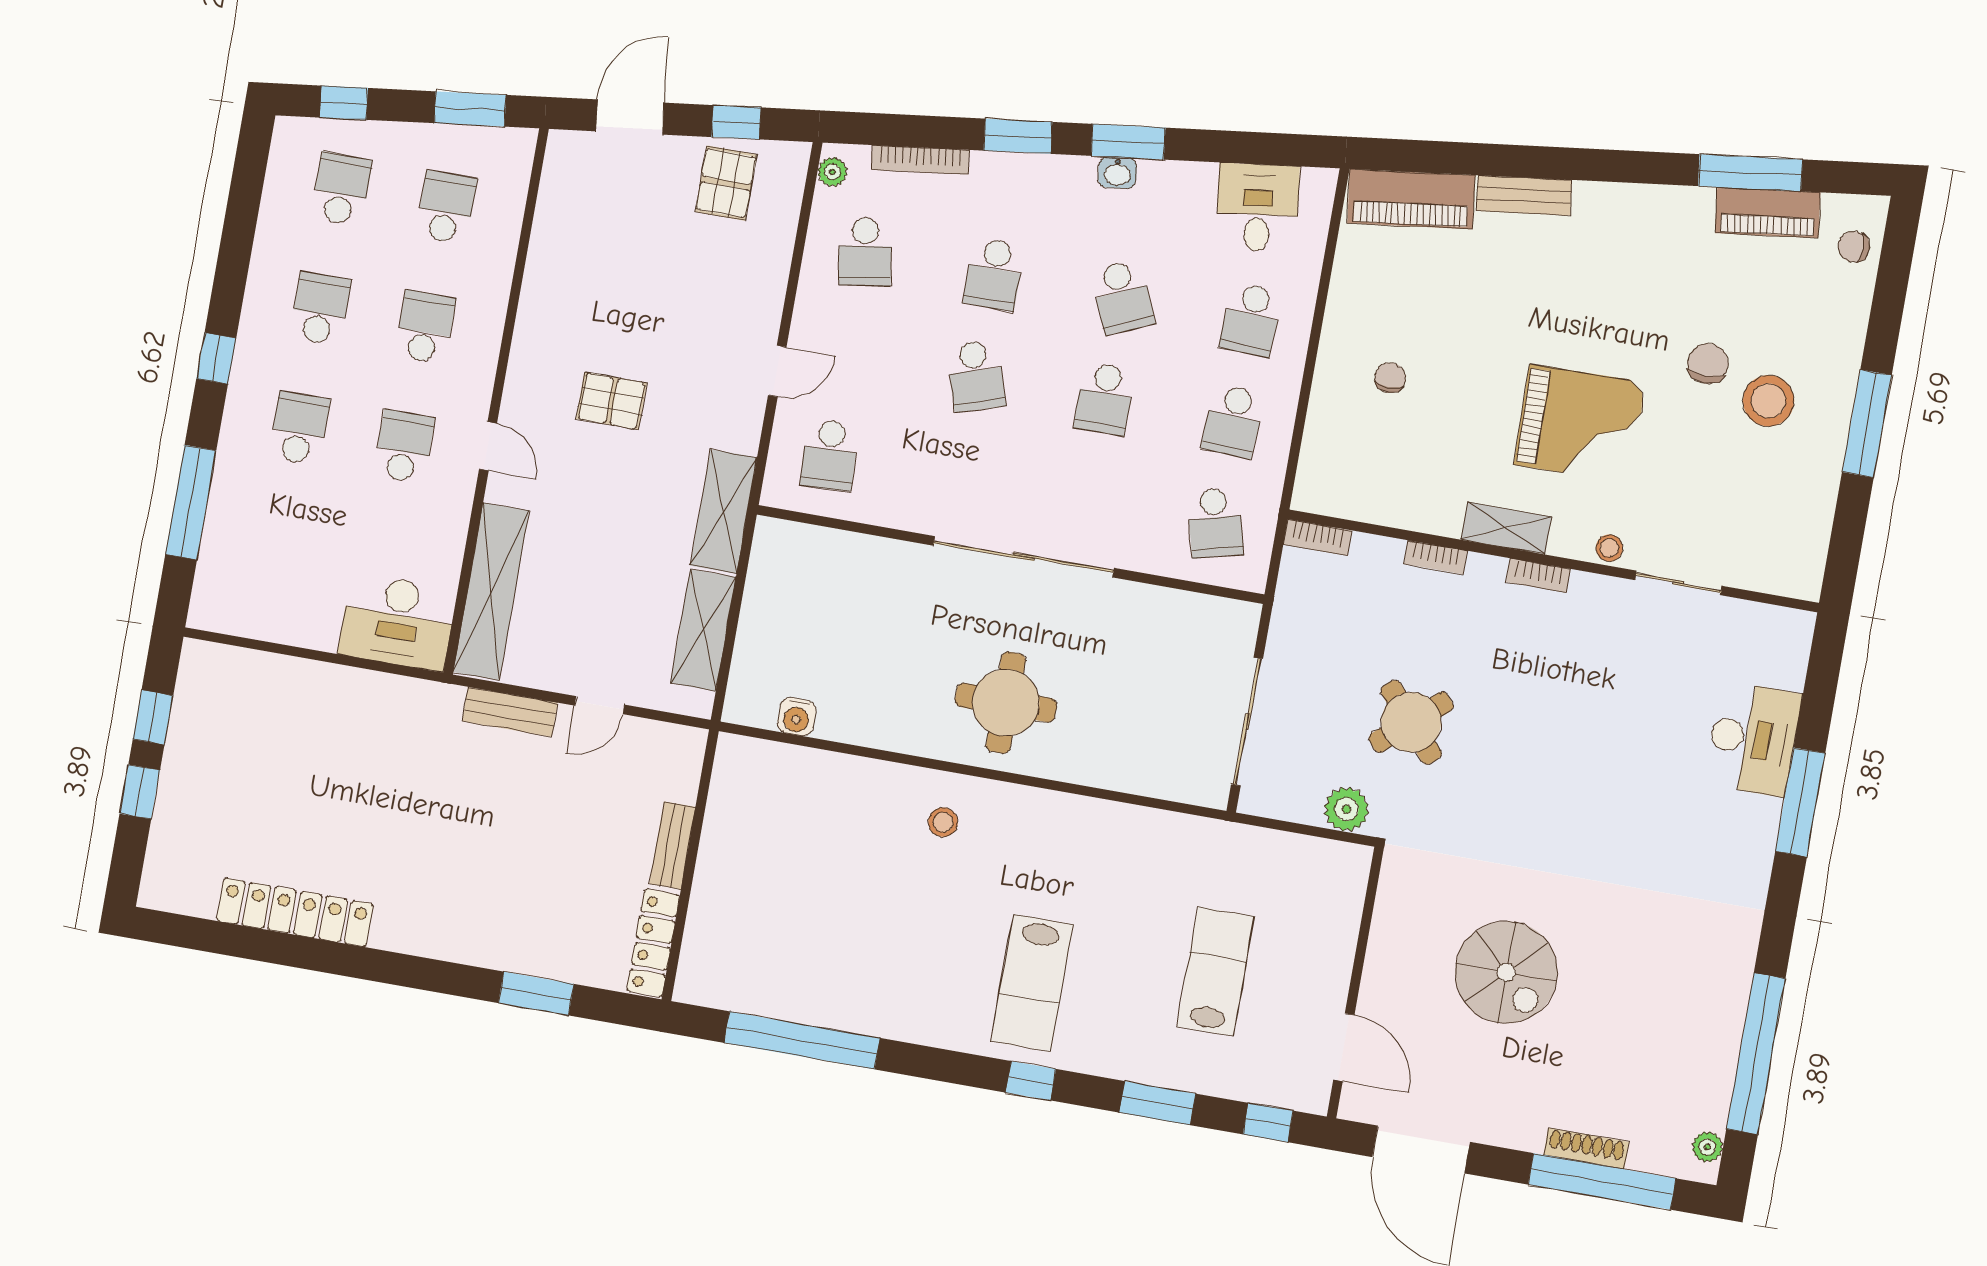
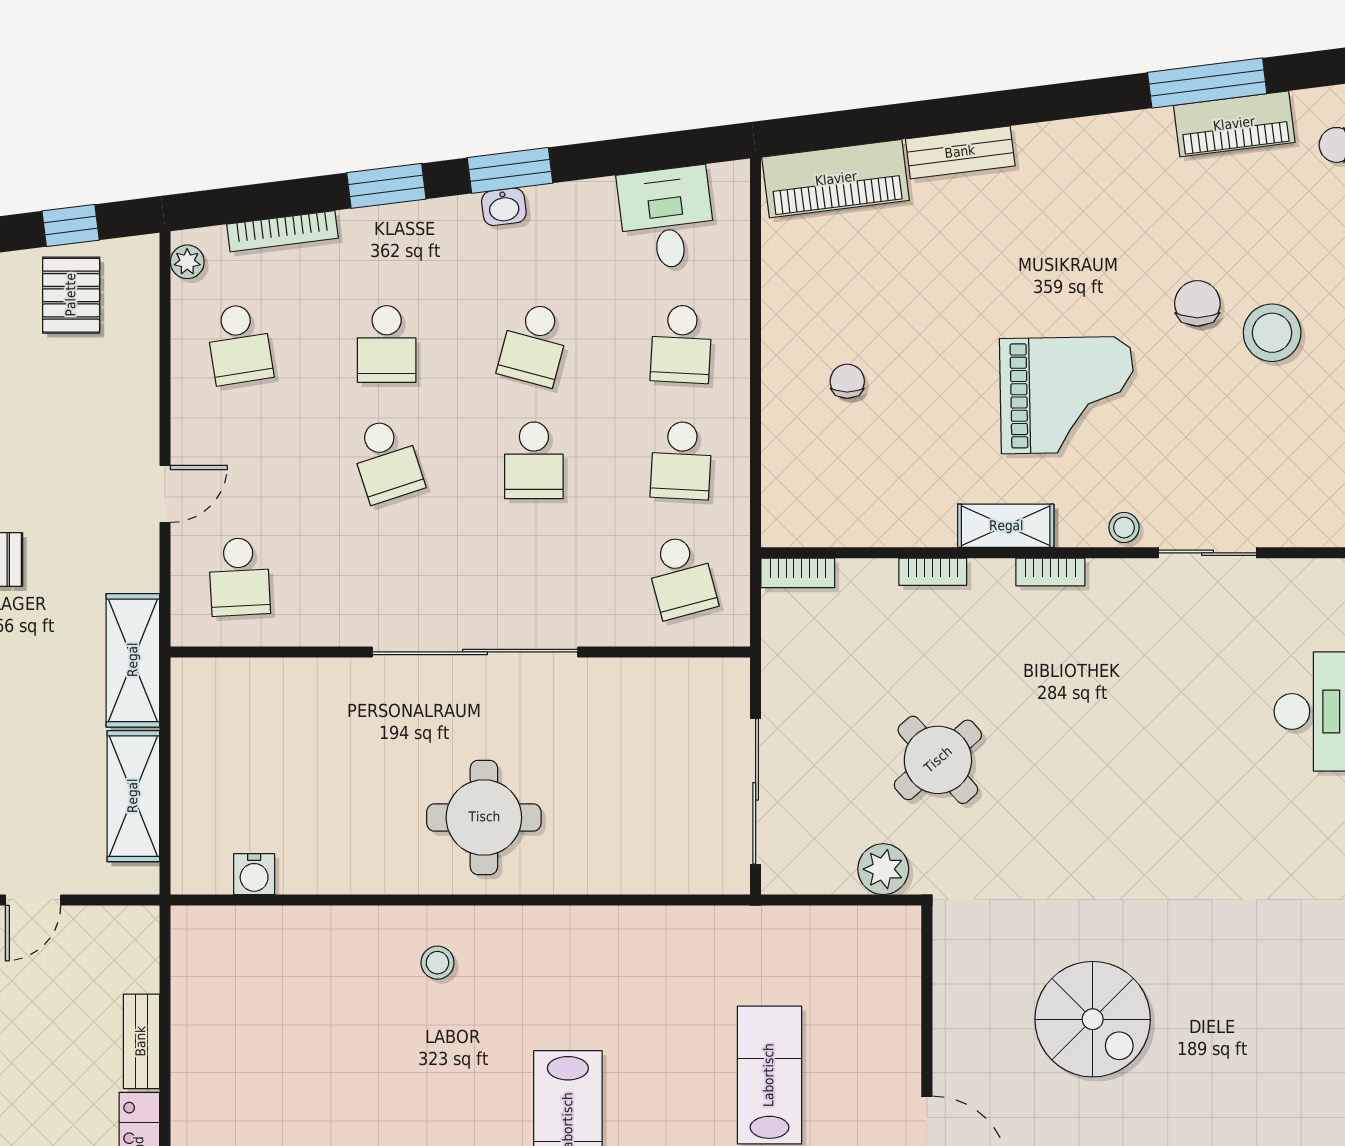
school desk: (1122, 297) -> (534, 344), turned 39

